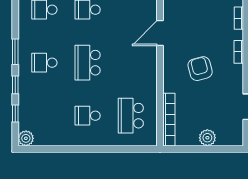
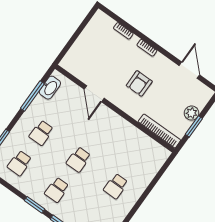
school desk: (88, 63) -> (79, 159), width x0.54
armchair: (200, 69) -> (139, 83), turned -75
school desk: (131, 116) -> (137, 156), removed
window: (196, 149) -> (194, 126), added

